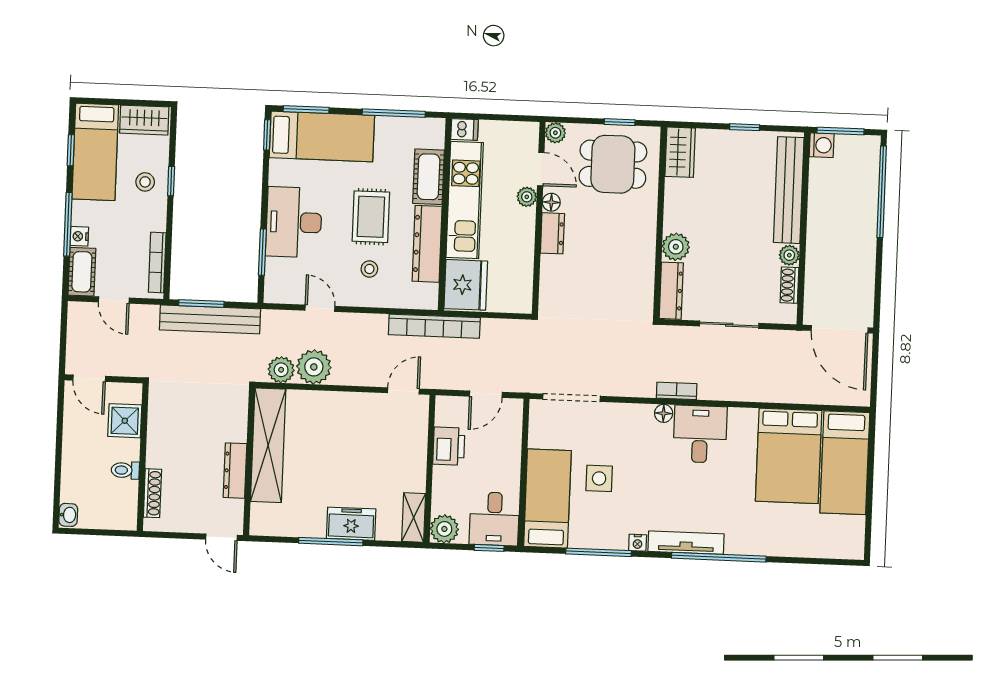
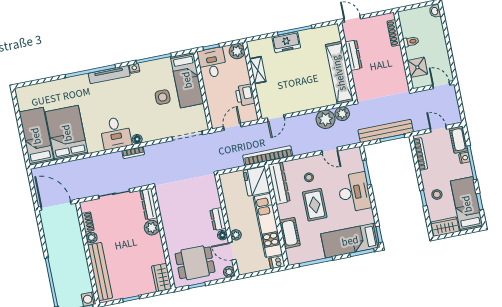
dresser: (427, 244) -> (279, 183), moved
shelving: (414, 517) -> (258, 70), moved

